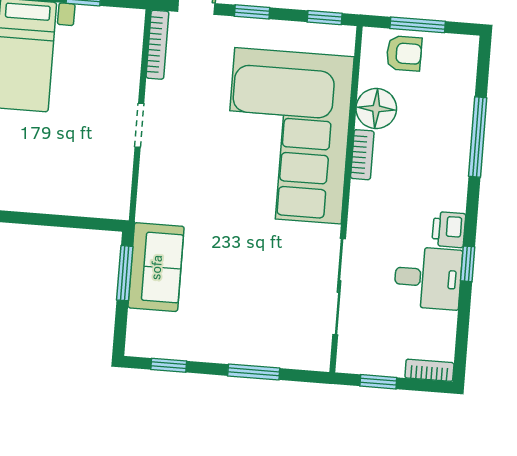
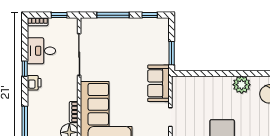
sofa: (156, 267) -> (158, 83), moved
desk: (428, 278) -> (41, 51), moved
window: (254, 372) -> (113, 15), width x1.44

